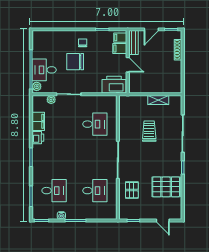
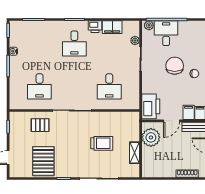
plant: (144, 84) -> (151, 137), added
desk: (54, 191) -> (74, 44), moved

